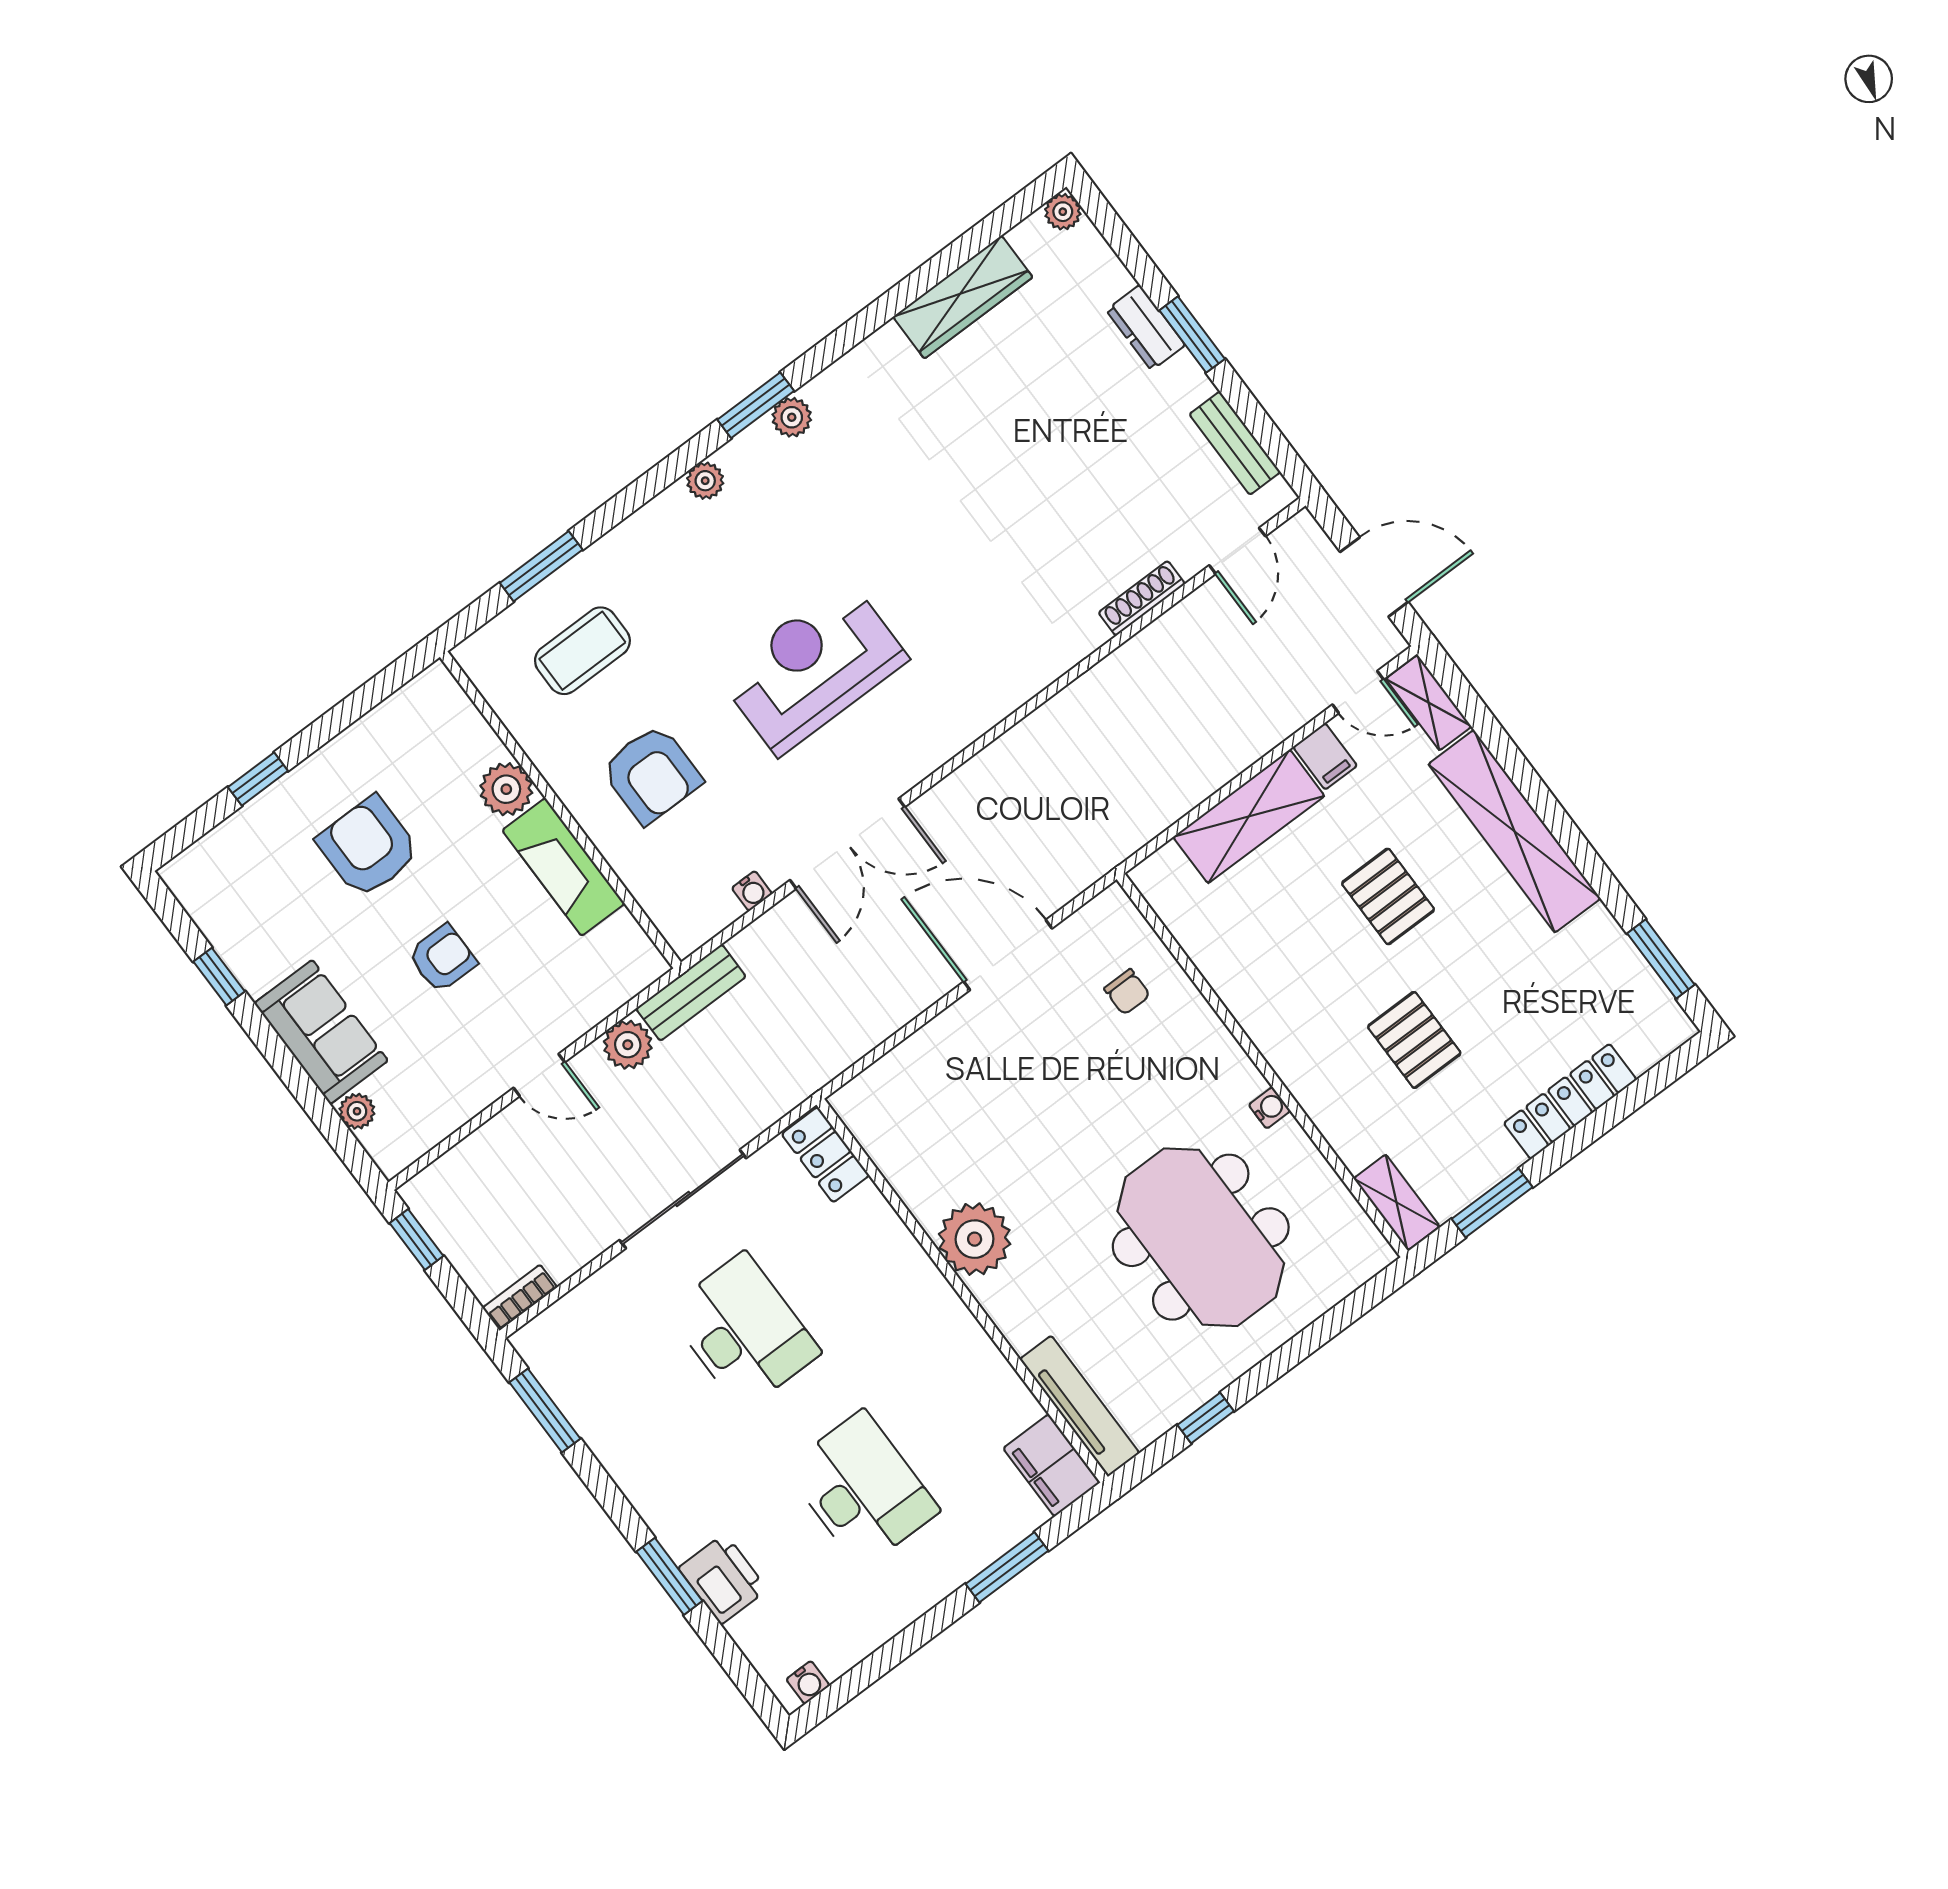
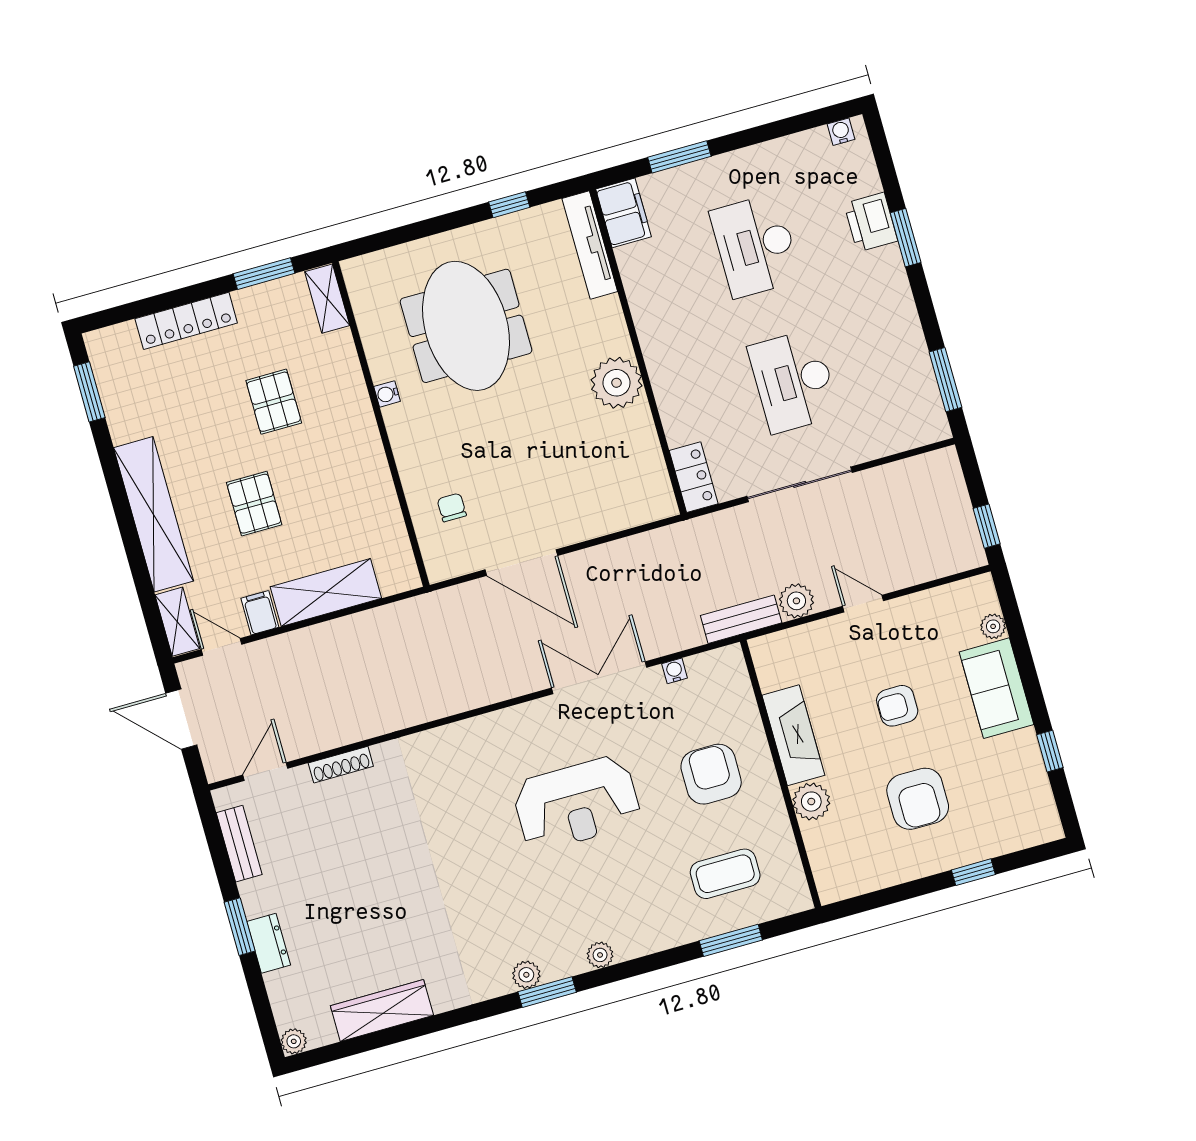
bookcase: (520, 1297) -> (933, 461), removed

